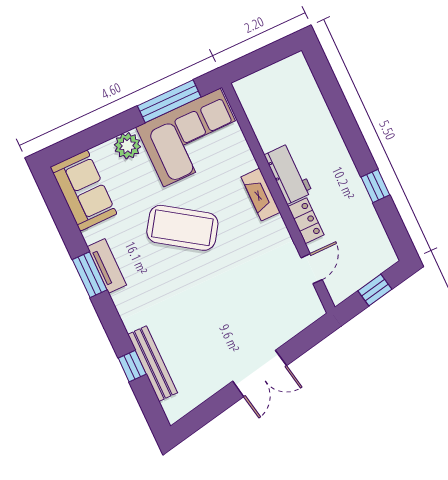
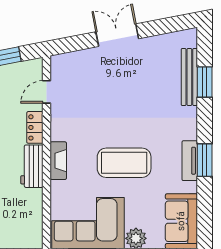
coffee table: (182, 228) -> (124, 163), turned -34
window: (132, 366) -> (205, 82), width x1.50

